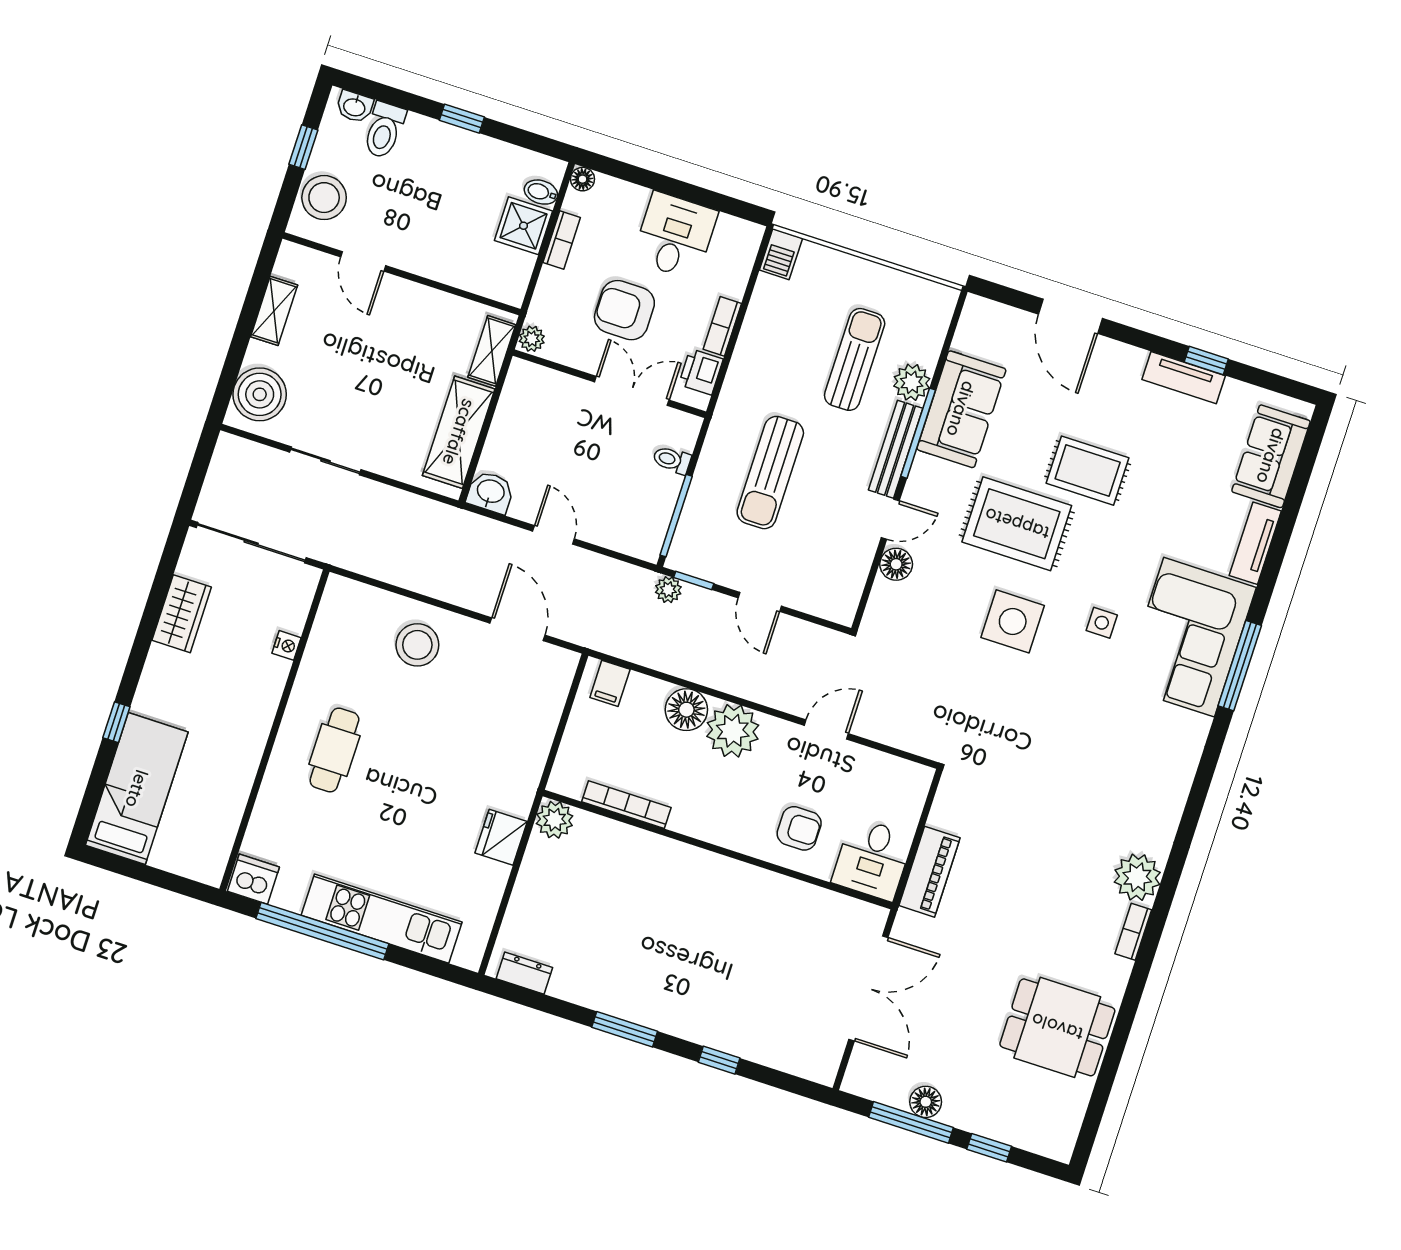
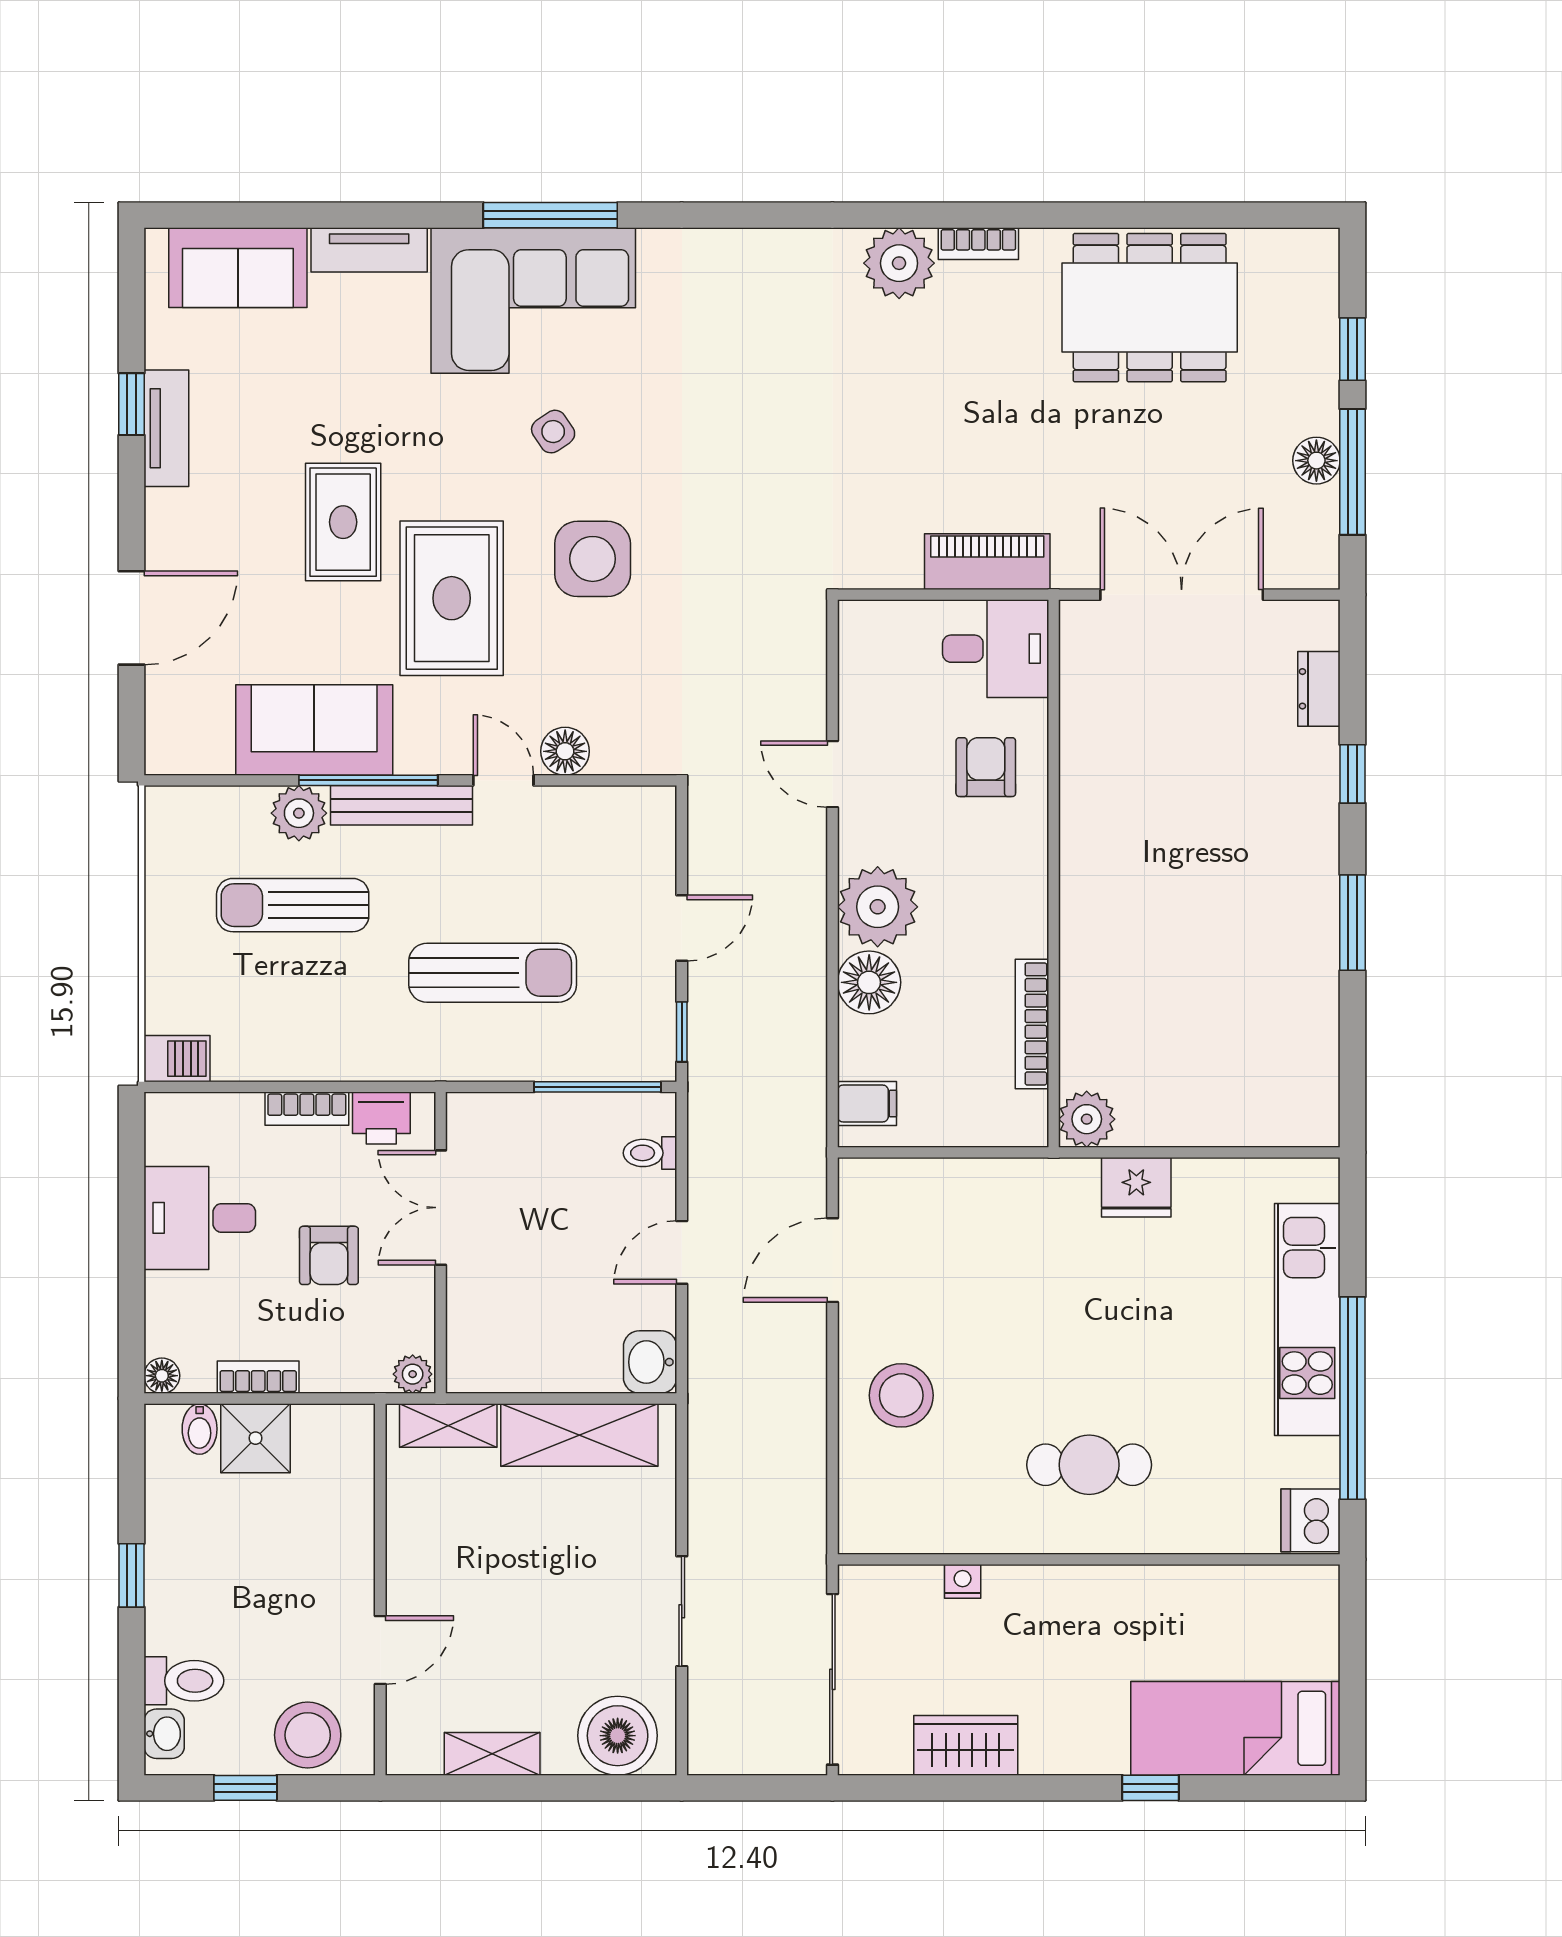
armchair: (624, 310) -> (329, 1255), width x0.72, depth x0.72
toilet: (672, 460) -> (650, 1153), moved, turned 90
plant: (668, 590) -> (707, 1064), removed
side table: (1102, 623) -> (553, 432), turned -34
dresser: (524, 973) -> (1319, 689), moved
dining table: (1057, 1027) -> (1150, 308), width x1.38

